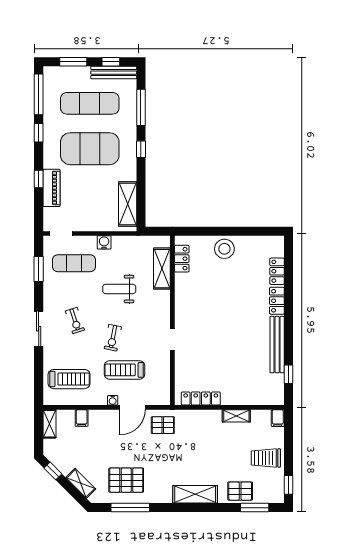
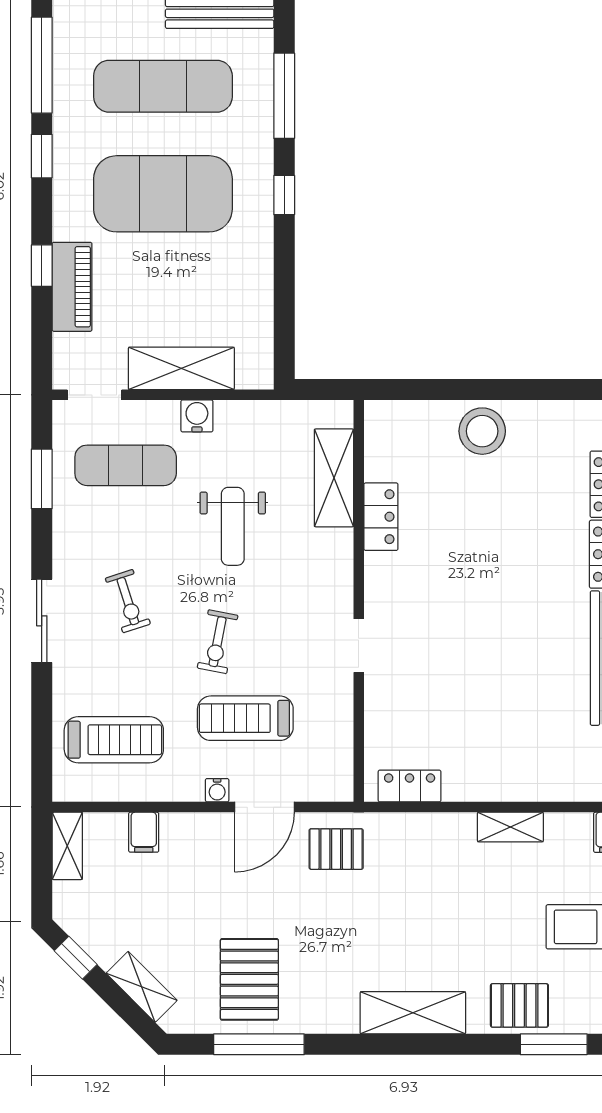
shelving: (128, 204) -> (181, 368), moved, turned 90
locker: (182, 259) -> (381, 517), moved
weight bench: (119, 289) -> (233, 526), turned -90
locker: (201, 399) -> (410, 786), width x0.66
pallet: (126, 480) -> (249, 979), turned 90

